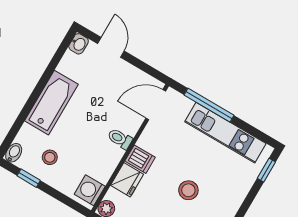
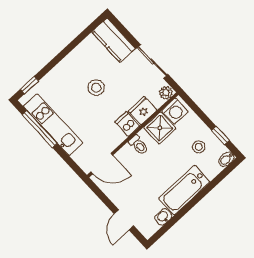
washbasin: (79, 44) -> (163, 217), moved
window: (209, 105) -> (40, 129), moved
shower: (101, 166) -> (160, 128), added

